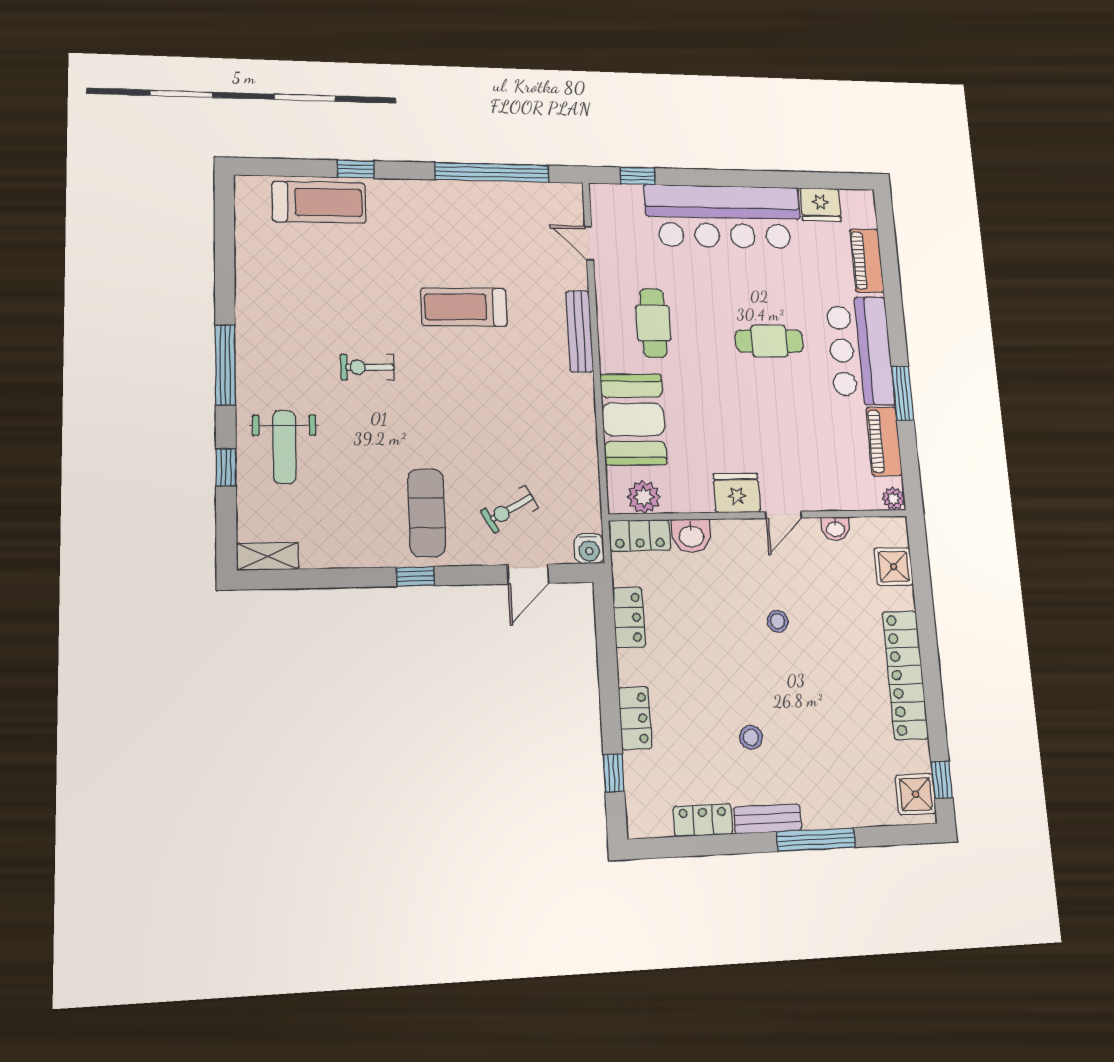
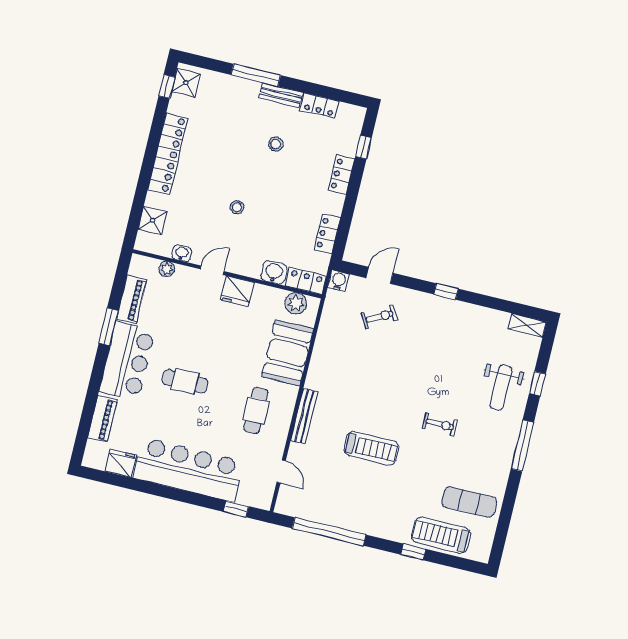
weight bench: (284, 447) -> (501, 387), turned 180
plant: (894, 499) -> (167, 269), moved
exercise mat: (427, 513) -> (469, 502), moved, turned 90

